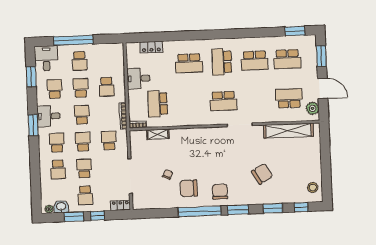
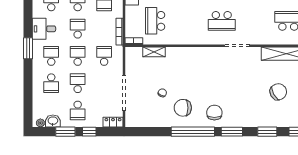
window: (33, 125) -> (28, 48), moved
chair: (262, 174) -> (278, 92), moved

